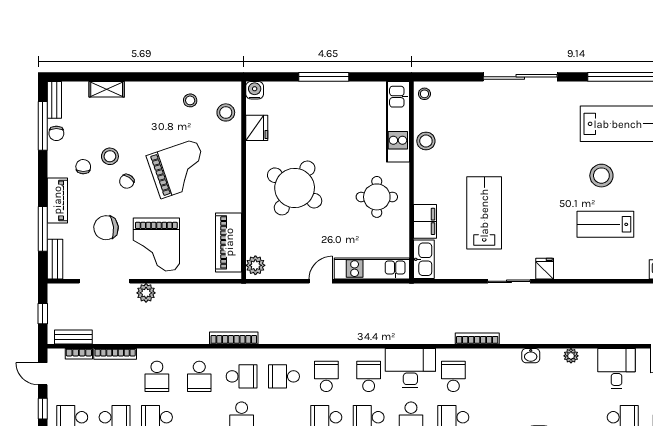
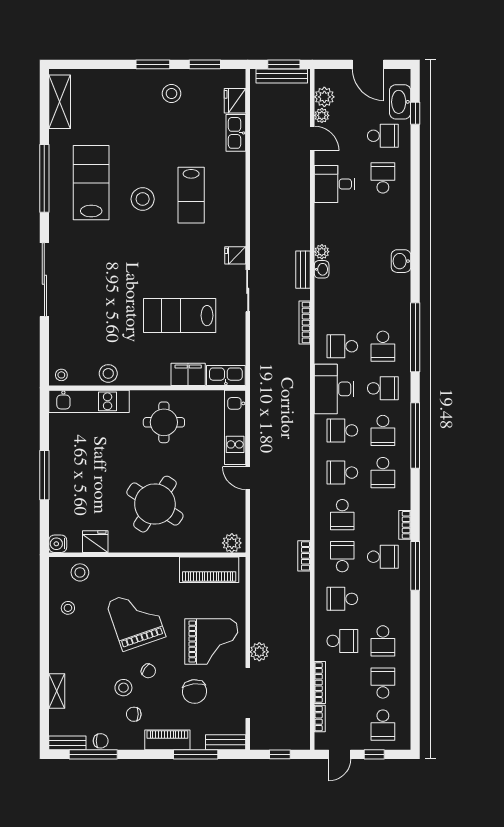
bench: (73, 337) -> (303, 270), moved
bookcase: (234, 338) -> (304, 556), width x0.64
plant: (571, 356) -> (322, 252), moved
school desk: (199, 376) -> (342, 599), turned 180

